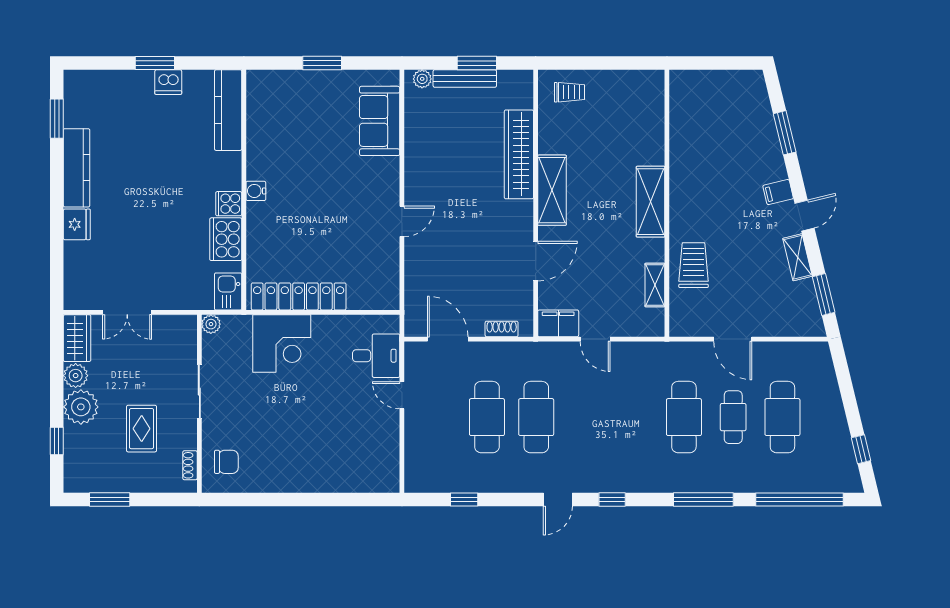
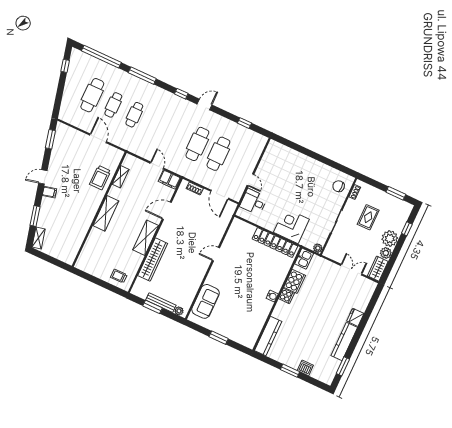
dishwasher: (168, 82) -> (305, 368), moved
shelving: (798, 257) -> (39, 238), moved
cafe table: (684, 417) -> (134, 115), width x0.73, depth x0.74

